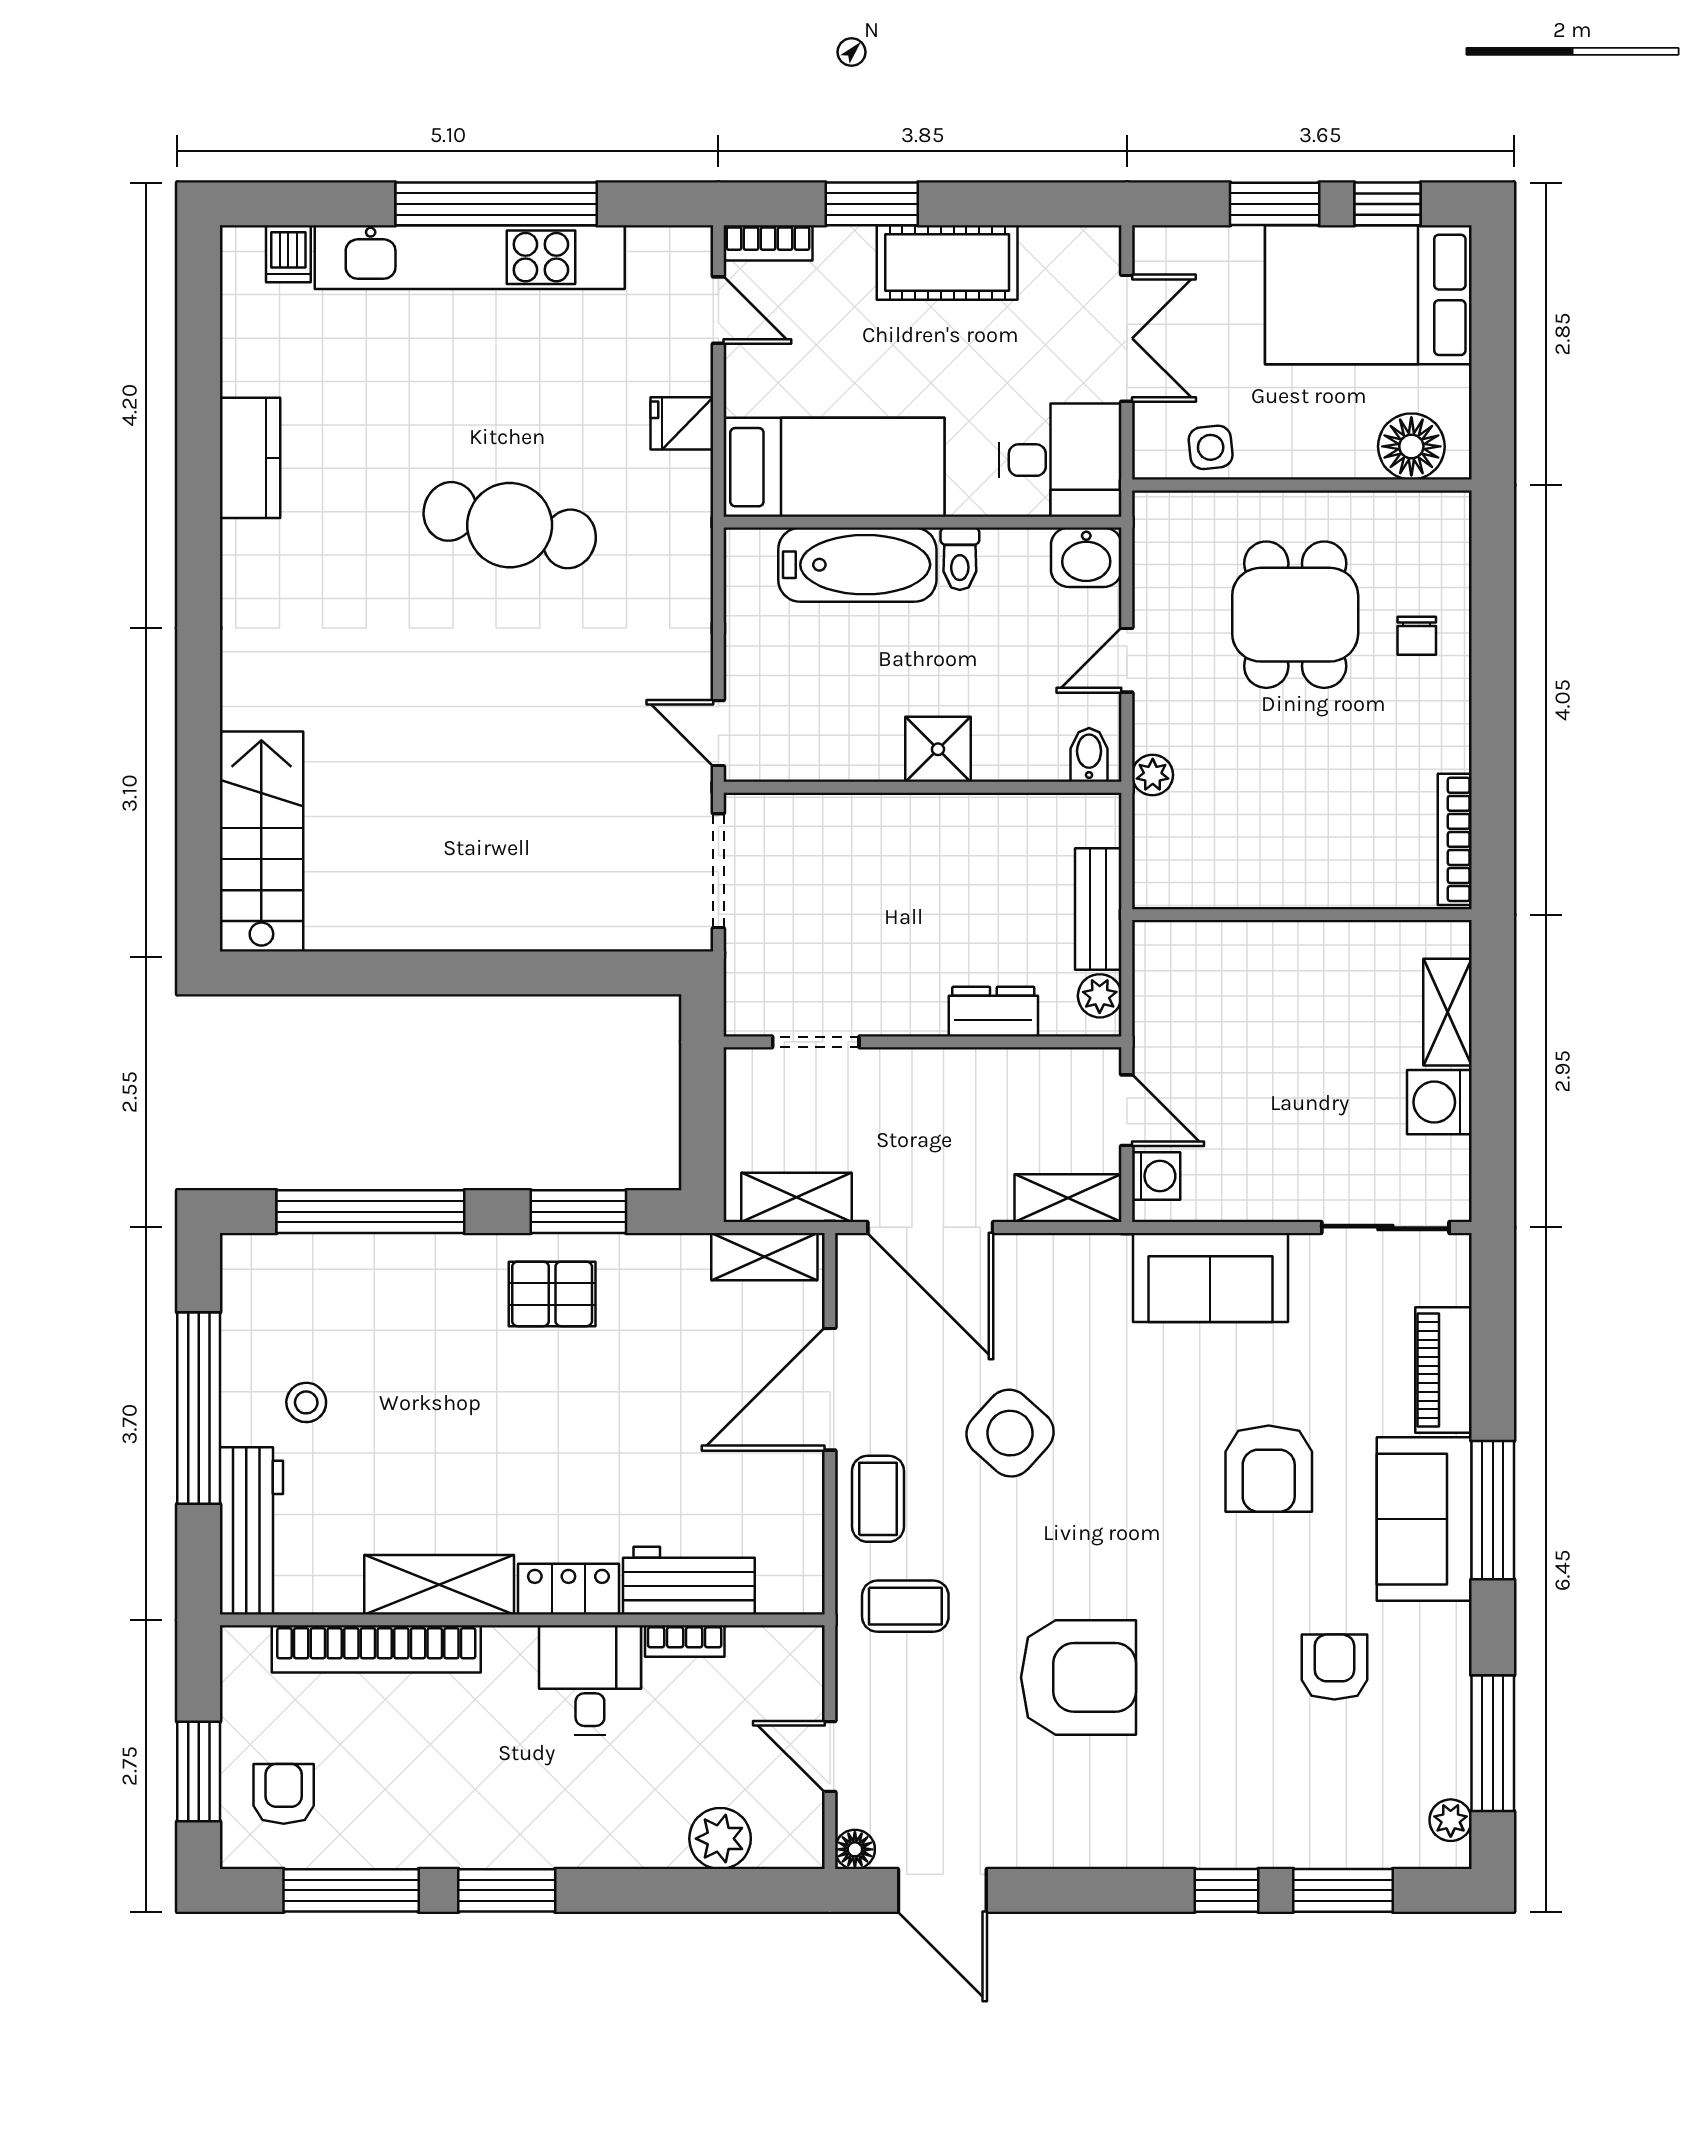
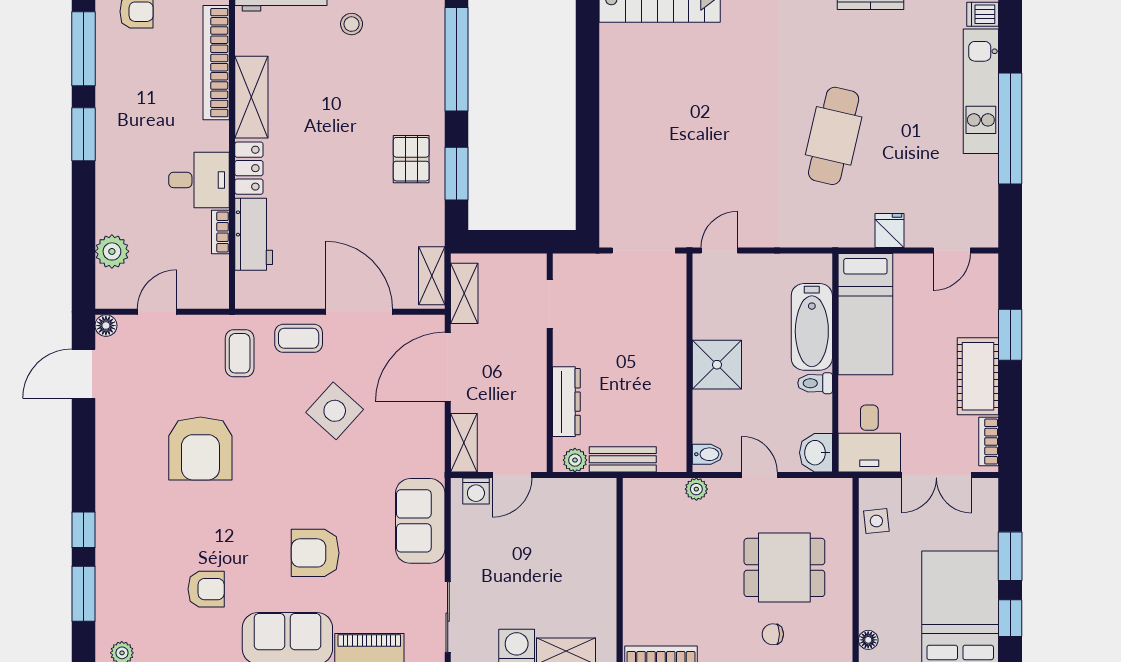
bookcase: (768, 243) -> (989, 442), moved
kitchen unit: (470, 257) -> (981, 91), width x0.73
floor lamp: (1411, 446) -> (868, 640), width x0.53, depth x0.53
shower: (938, 749) -> (717, 365), width x1.36, depth x1.36
dresser: (993, 1012) -> (566, 402), width x1.44

